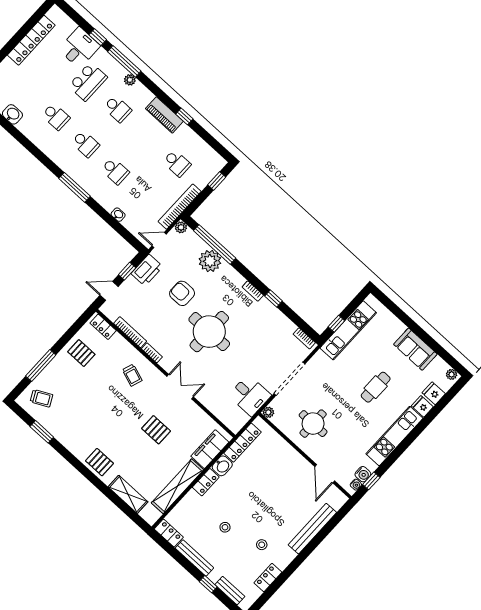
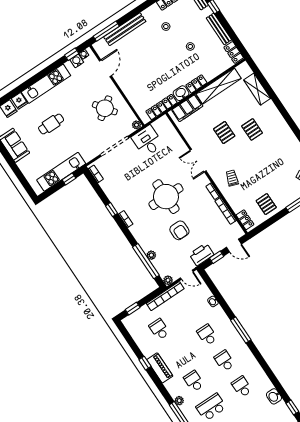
plant: (210, 261) -> (151, 255), width x0.53, depth x0.53
round table: (313, 424) -> (105, 108), turned -36
pallet: (99, 462) -> (252, 129), moved
window: (335, 521) -> (106, 31), added

